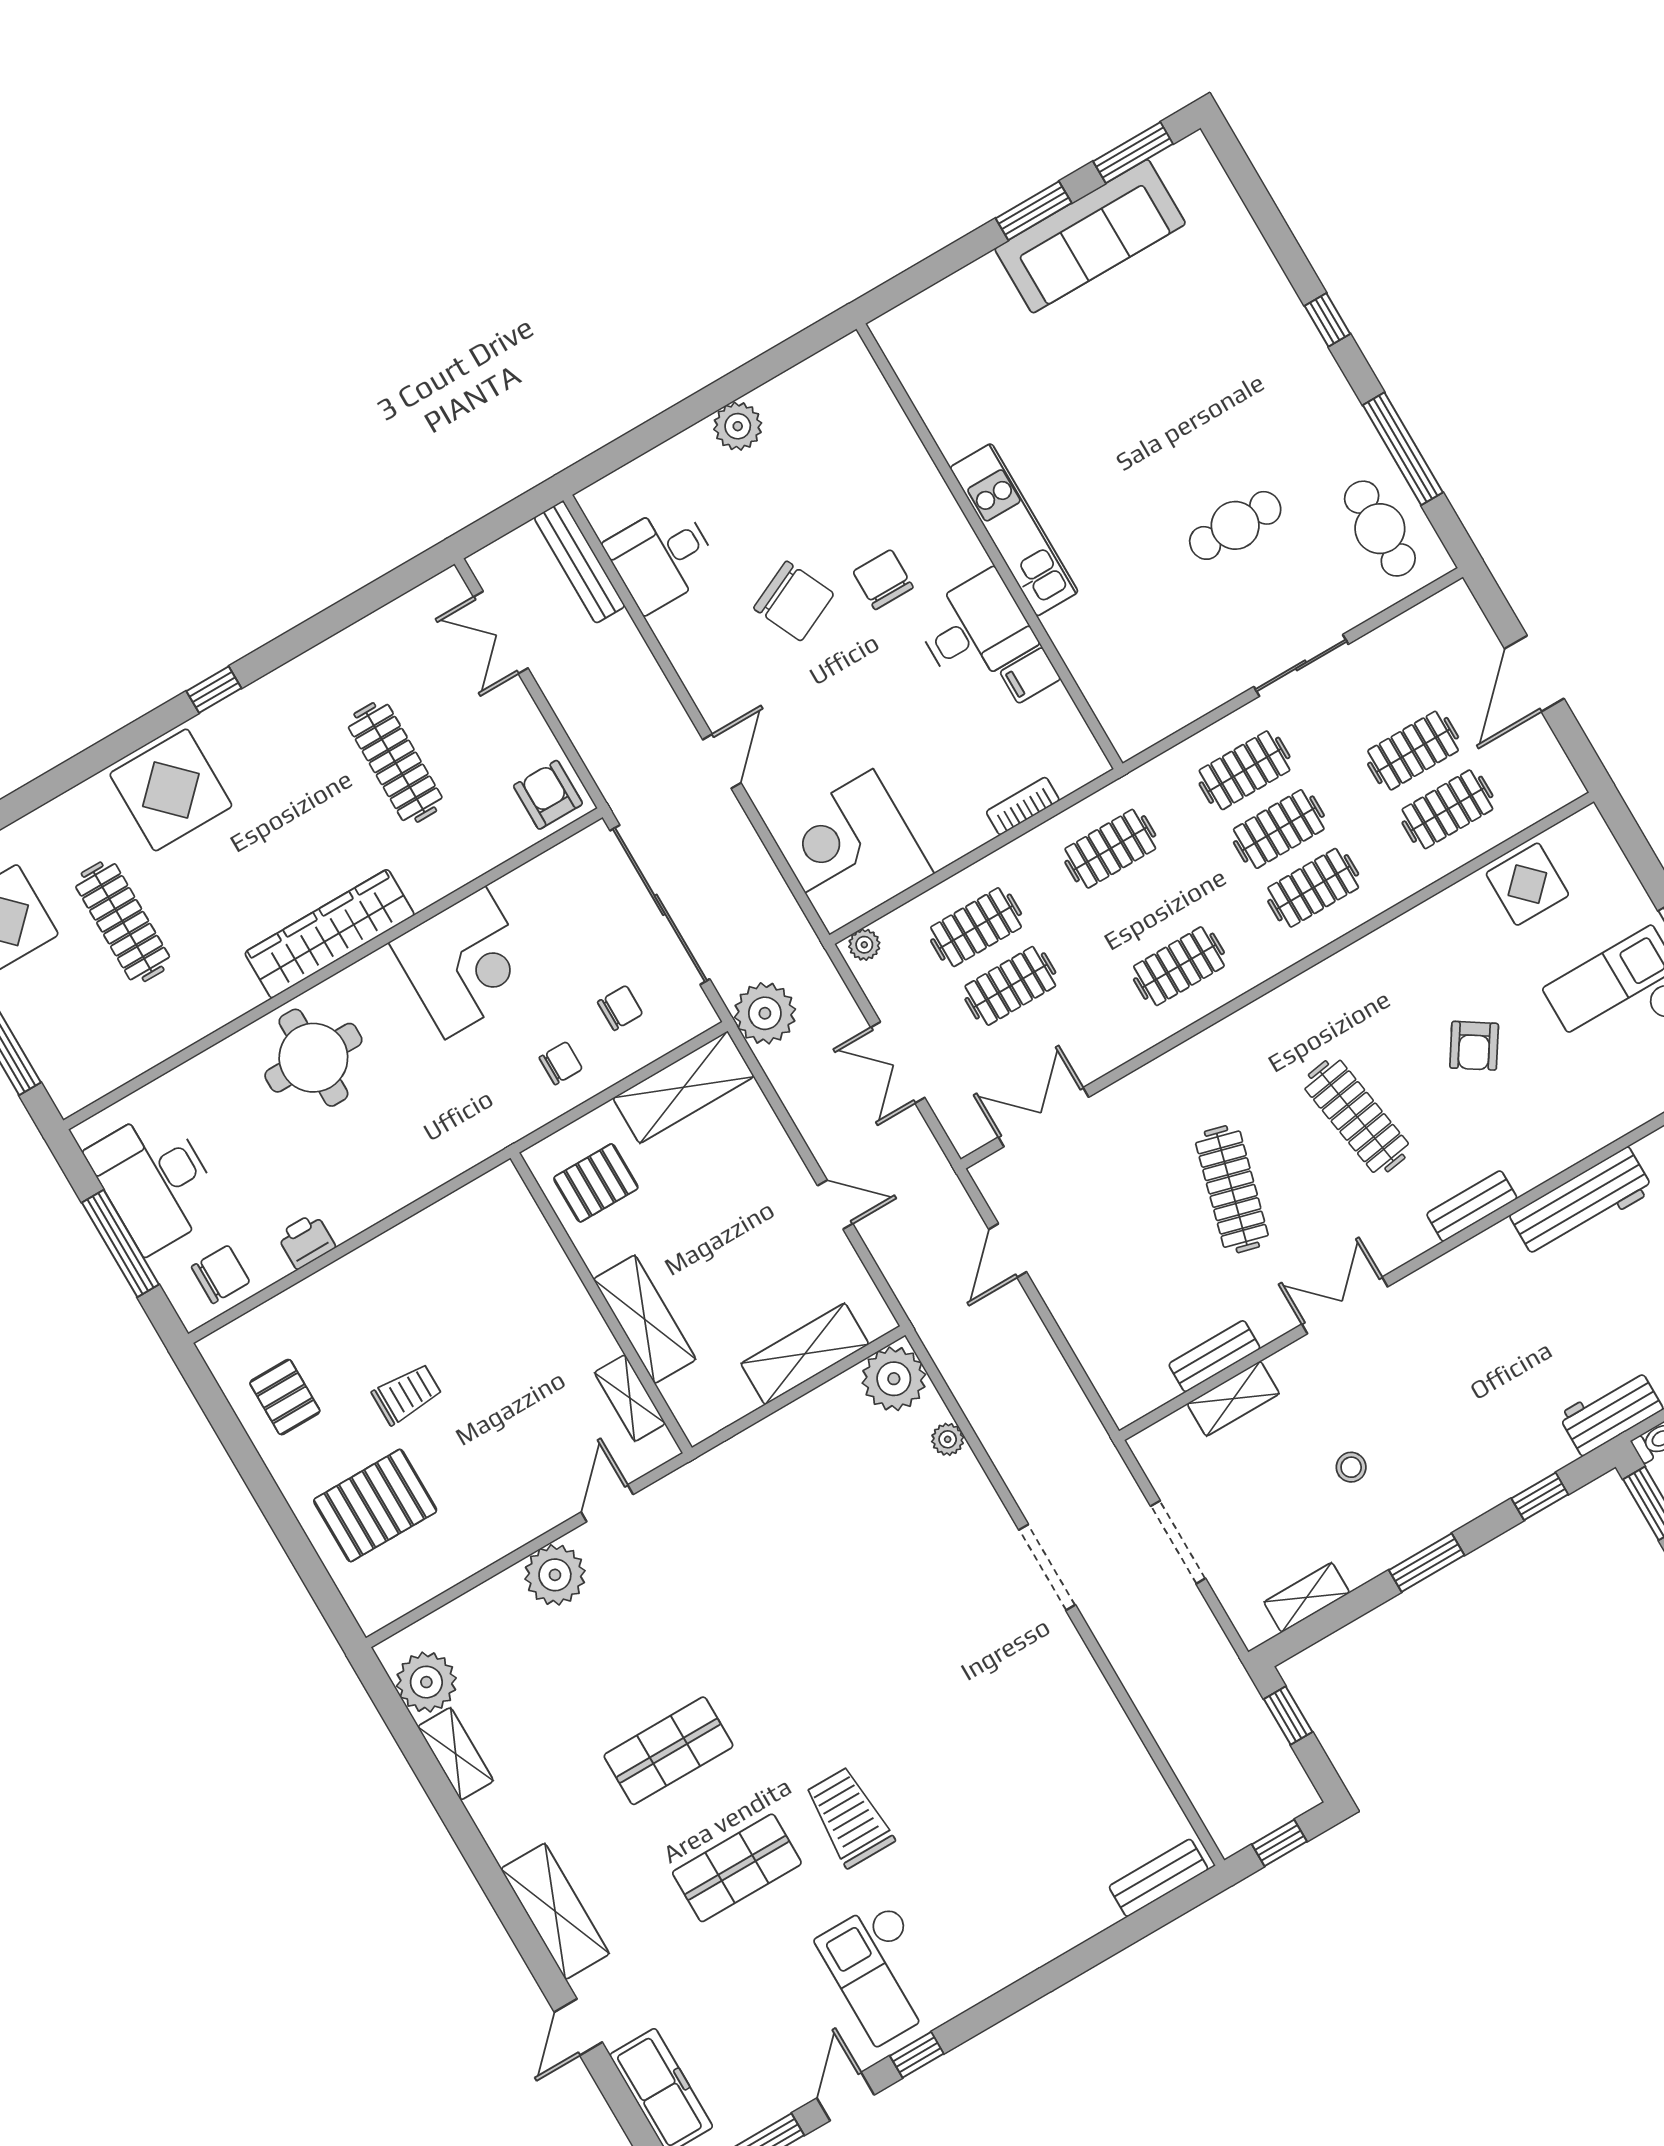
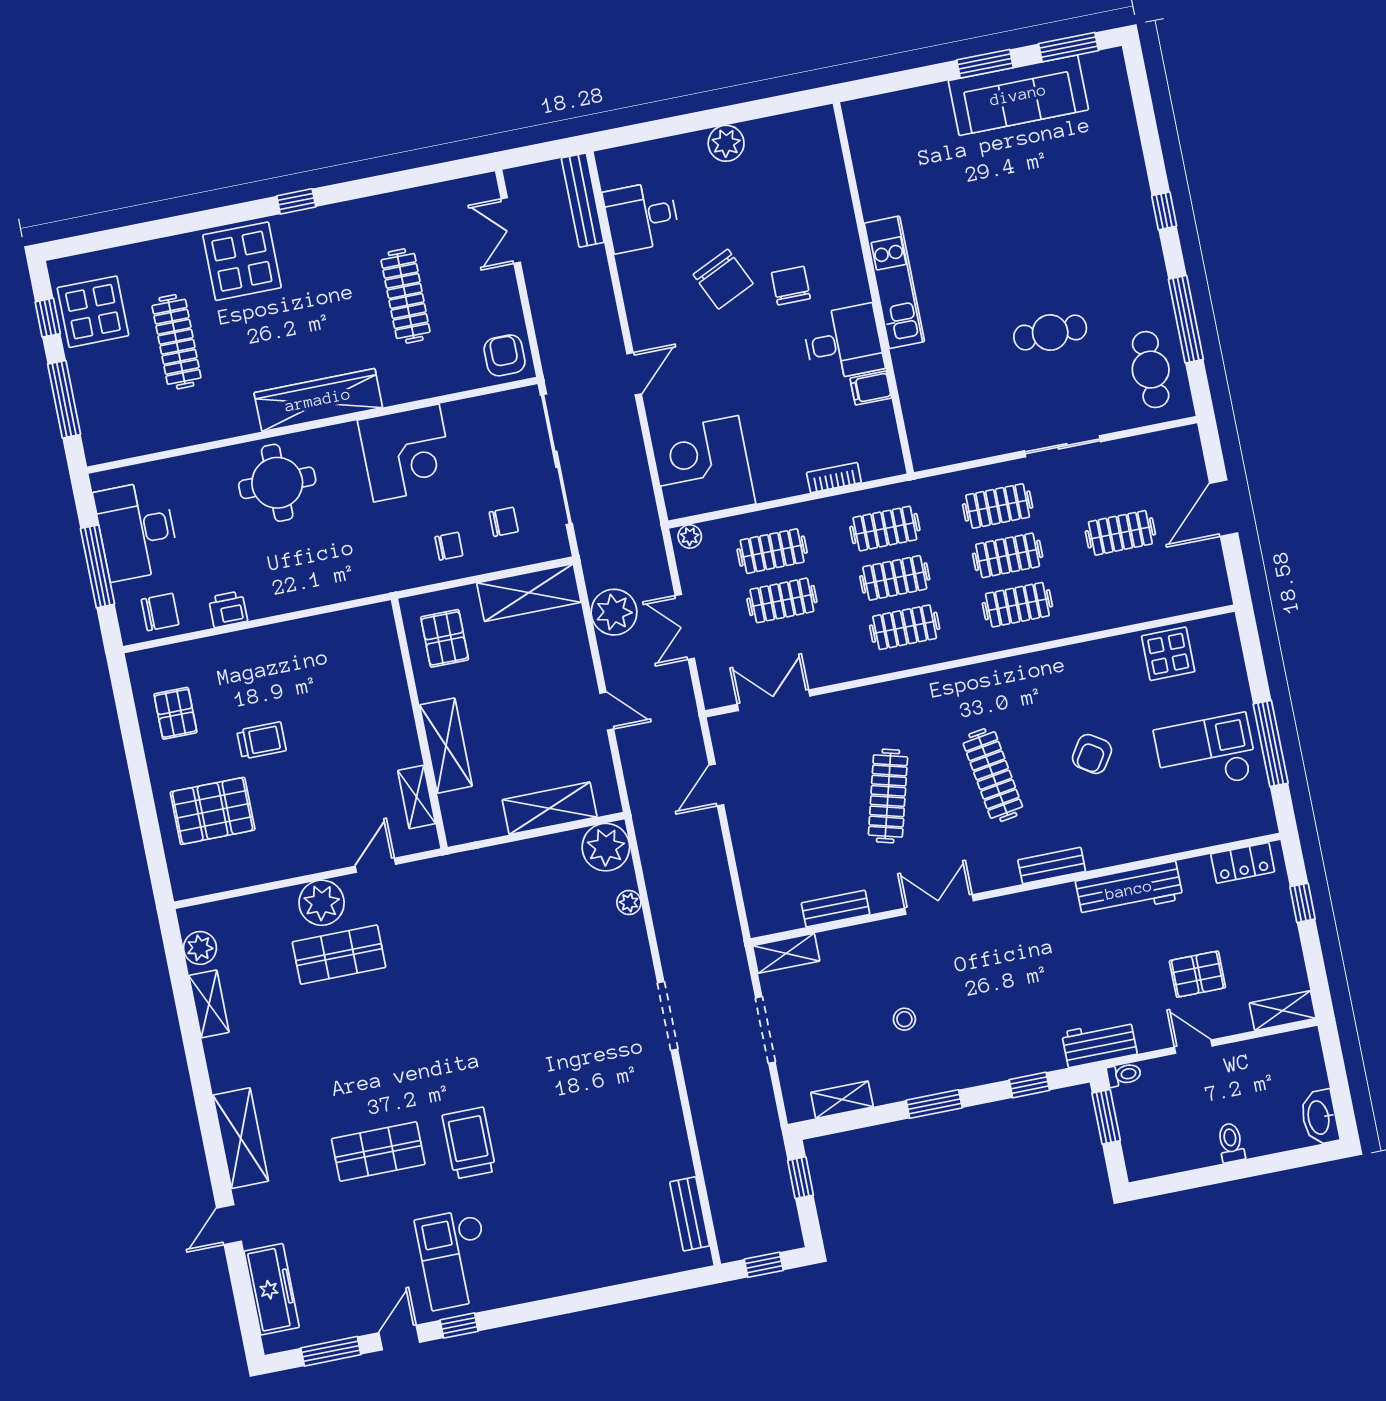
clothes rail: (1447, 809) -> (895, 578), moved
plant: (765, 1013) -> (614, 612), moved
pallet: (596, 1183) -> (445, 638), turned 90
shelving: (1233, 1399) -> (786, 953), moved
plant: (426, 1682) -> (200, 948), width x0.73, depth x0.73
shop shelf: (668, 1751) -> (339, 955), moved
bench: (1159, 1878) -> (690, 1214), moved, turned 90

